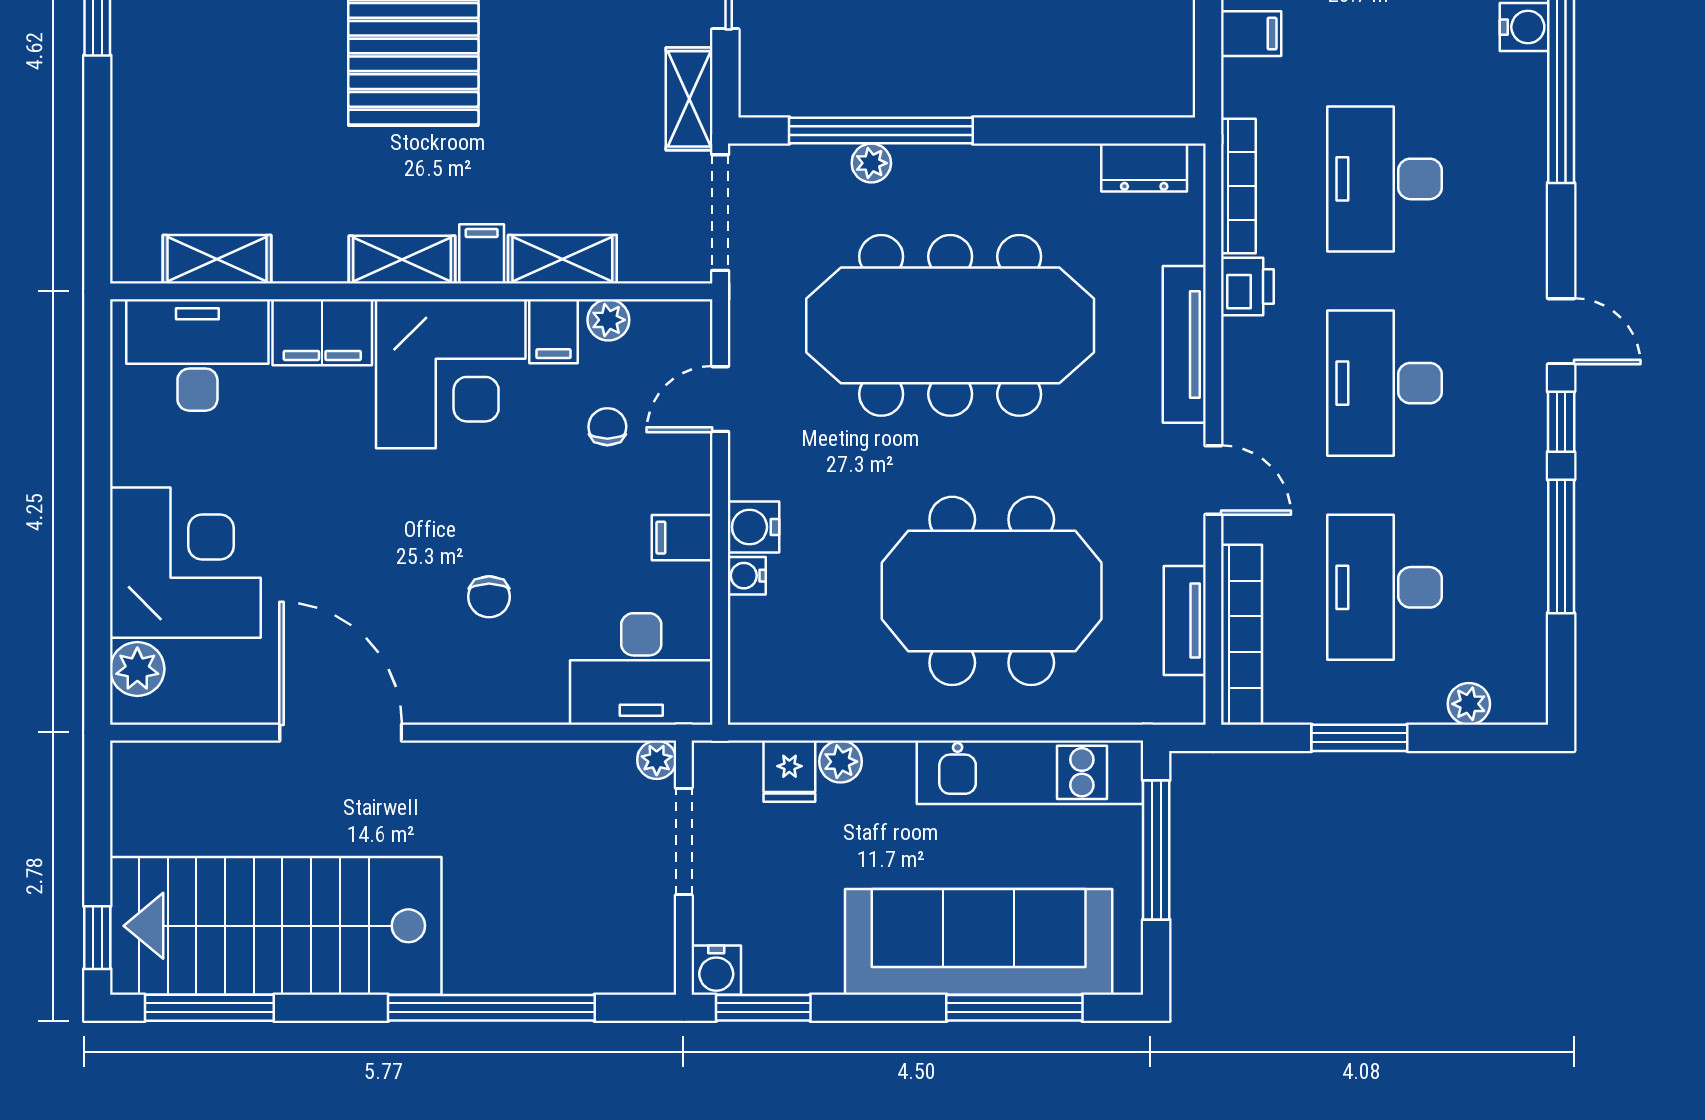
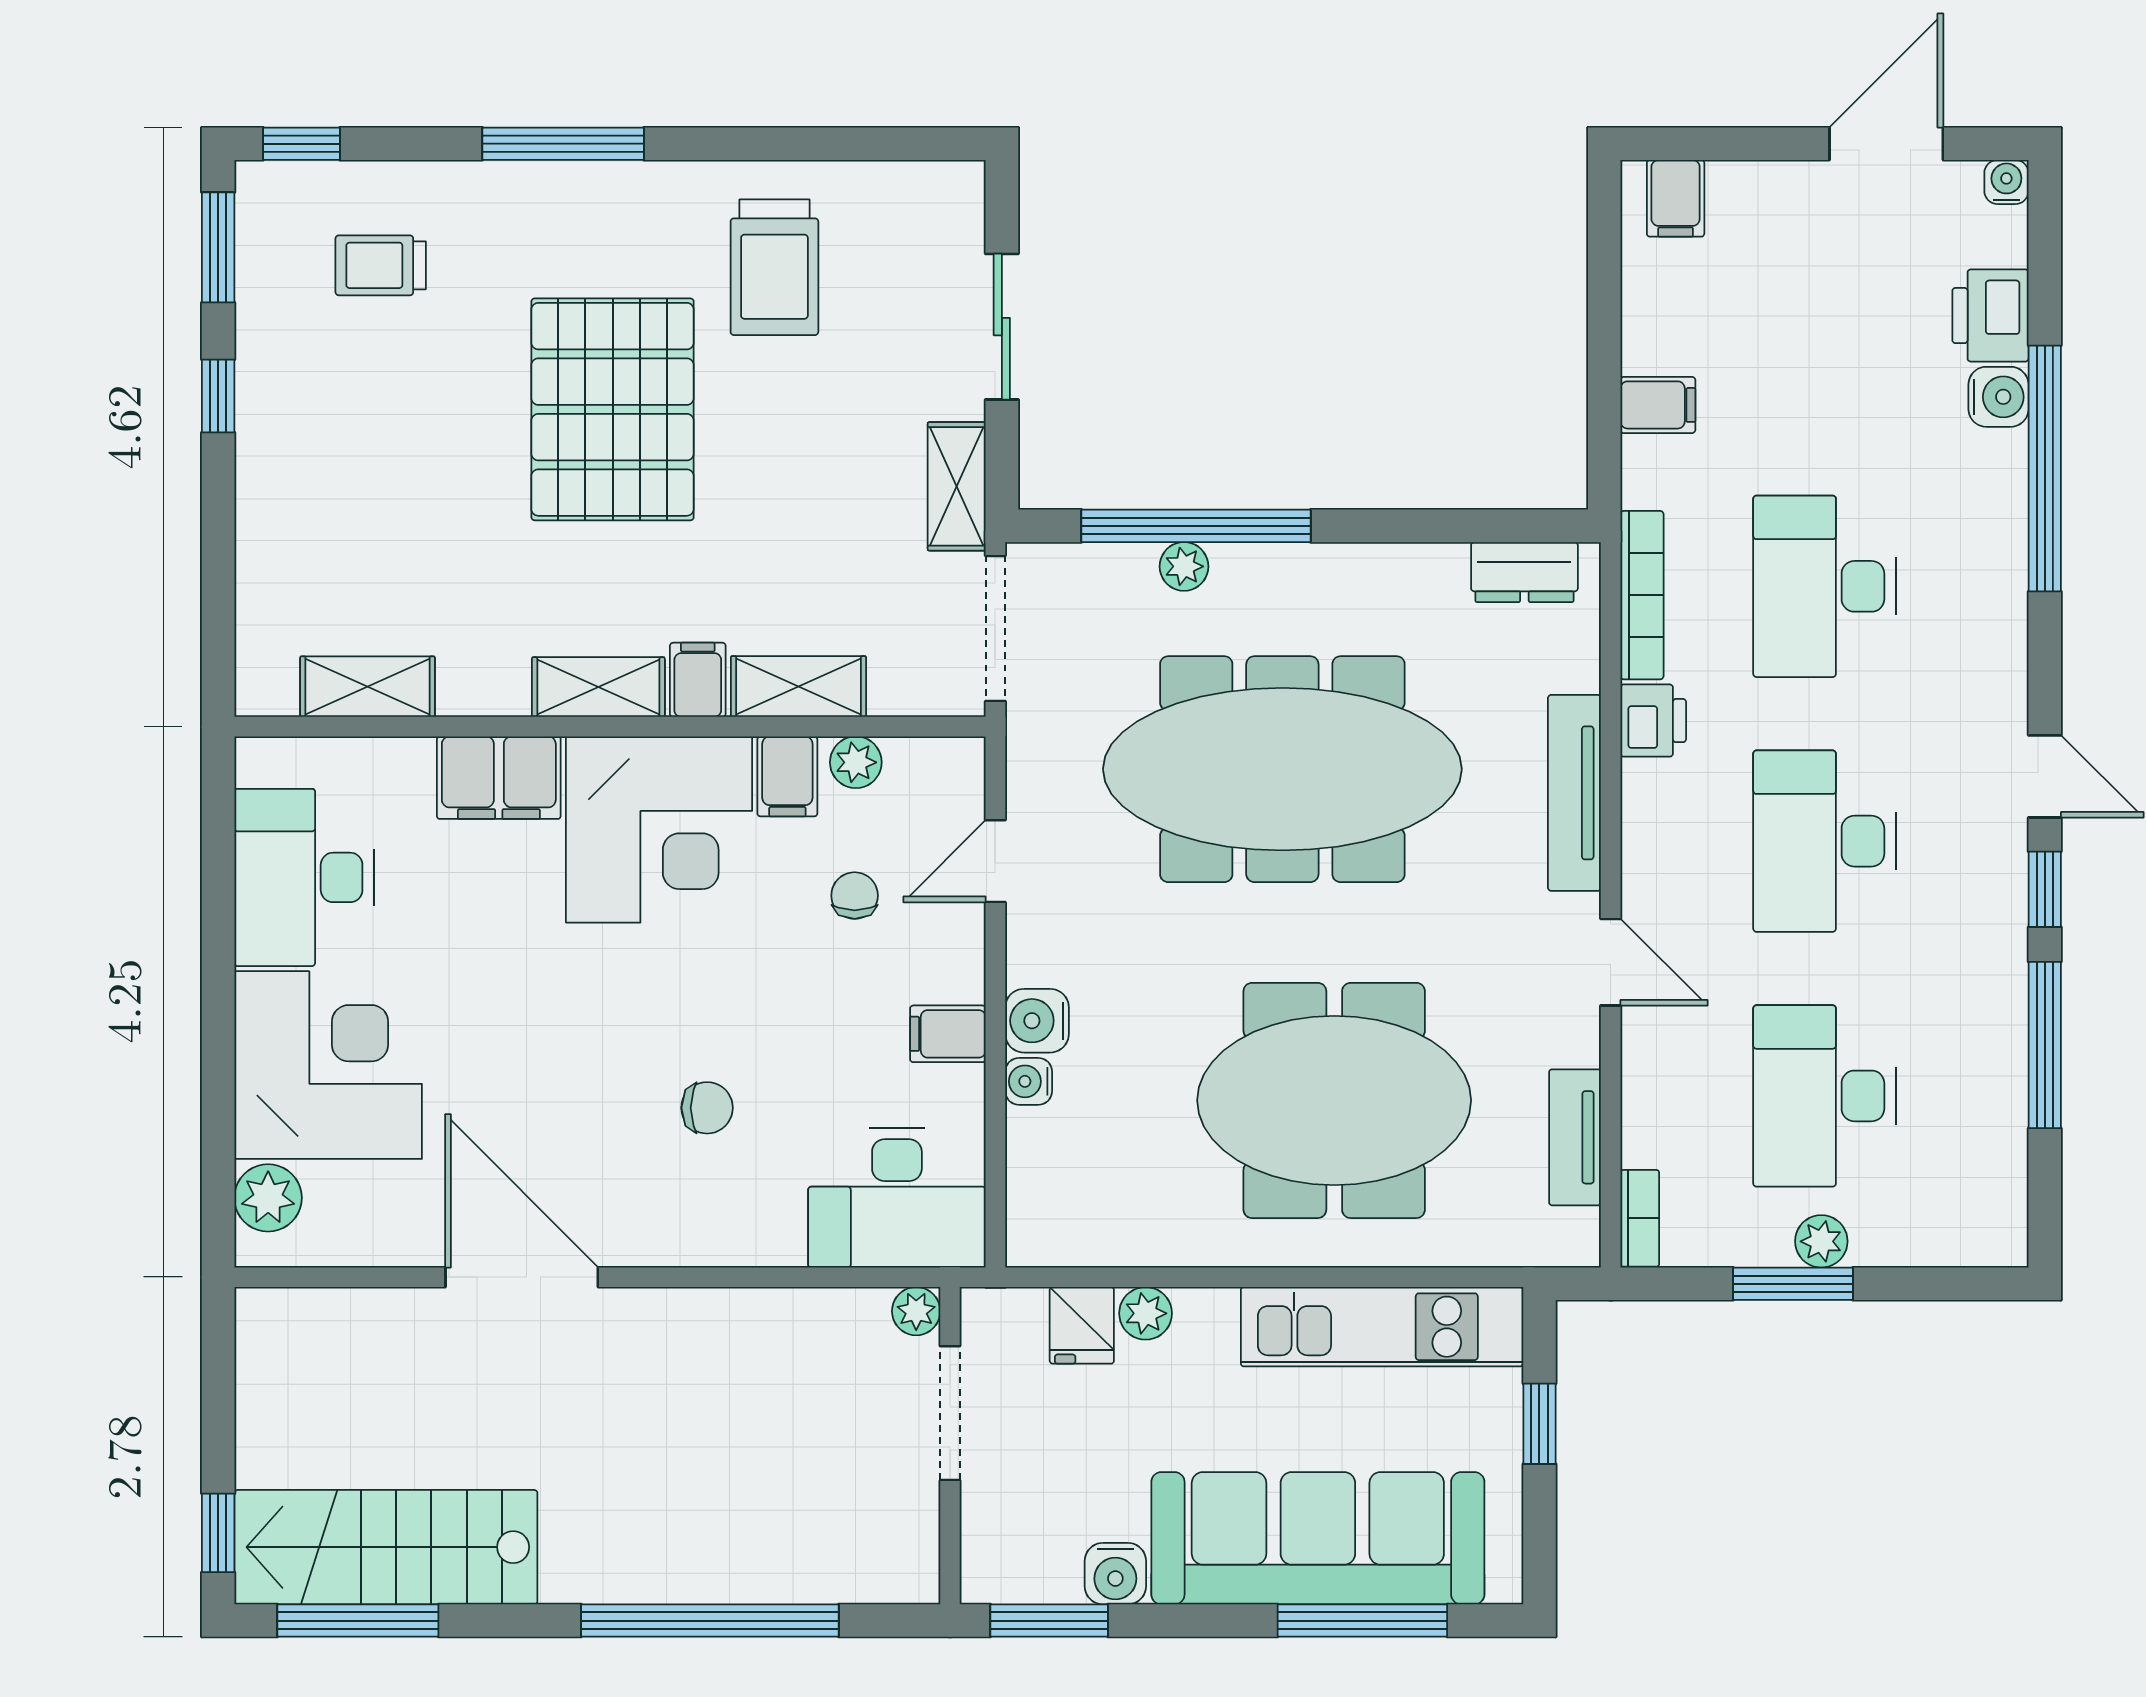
desk: (197, 355) -> (304, 877), moved, turned -90
chair: (489, 597) -> (707, 1108), turned -90
bookcase: (1241, 634) -> (1640, 1218), width x0.43, depth x0.76
plant: (1469, 704) -> (1821, 1241), moved
window: (1156, 850) -> (1539, 1424), width x0.46
stairs: (276, 926) -> (386, 1547), width x0.73, depth x0.66
water cooler: (716, 970) -> (1115, 1574), moved

